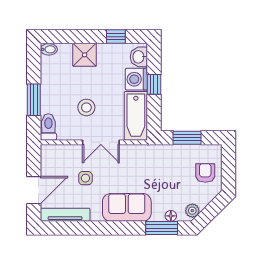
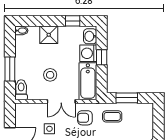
coffee table: (168, 162) -> (112, 116), added
armchair: (205, 173) -> (85, 118), moved, turned -90

